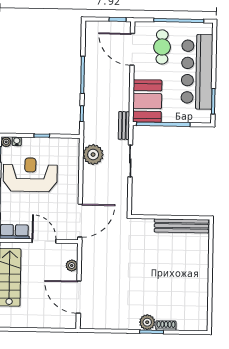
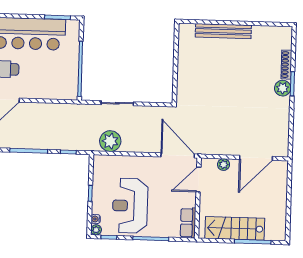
booth: (147, 101) -> (56, 85), removed
bench: (124, 125) -> (81, 109), removed
bench: (182, 226) -> (223, 31), moved, turned 90
door: (44, 241) -> (198, 180), moved
shoe rack: (166, 326) -> (286, 65), width x1.43

